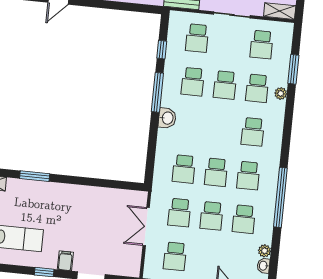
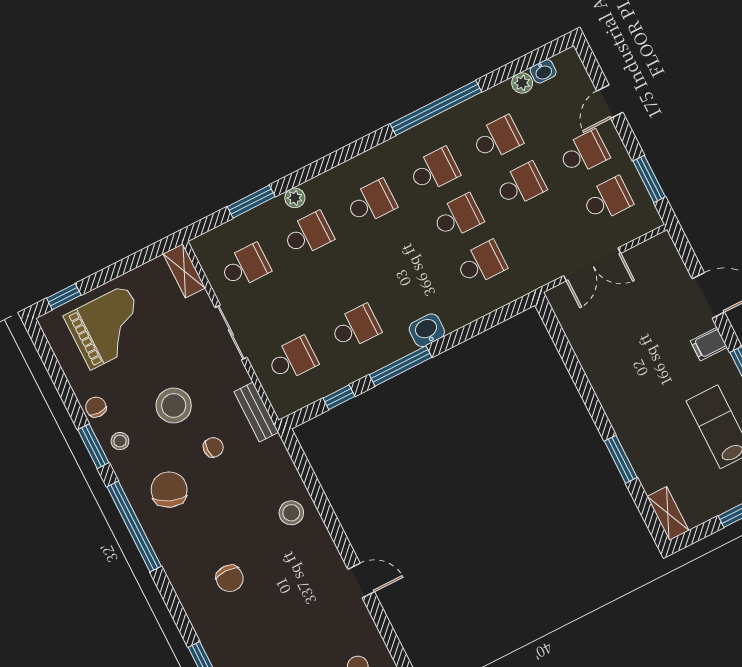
school desk: (225, 85) -> (332, 281), removed
school desk: (179, 213) -> (584, 153), moved

